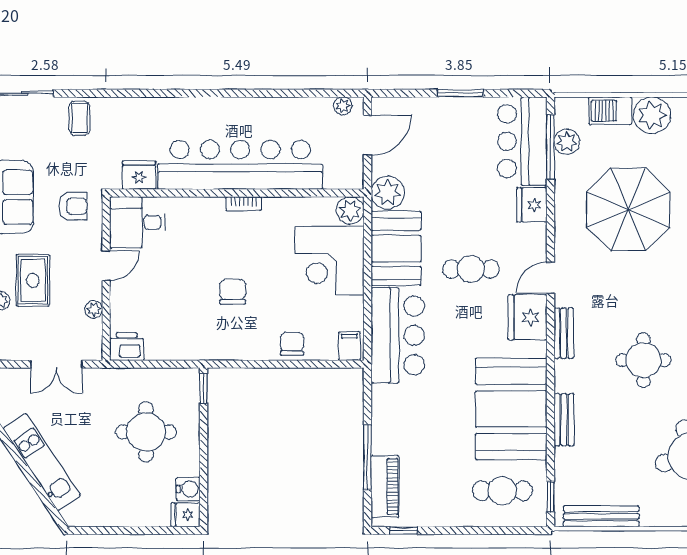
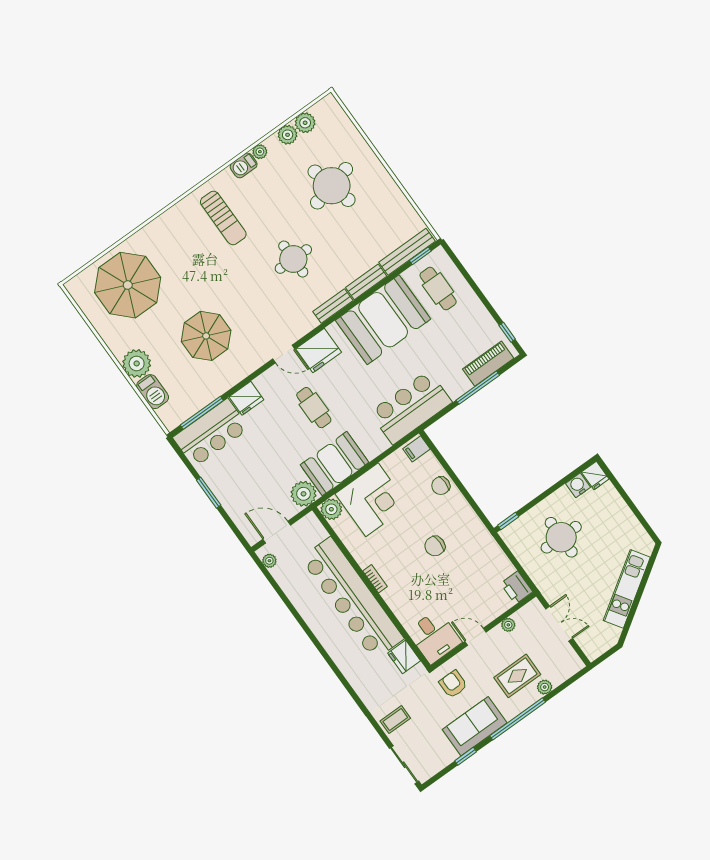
plant: (567, 142) -> (191, 405), removed
parasol: (628, 210) -> (206, 336), width x0.73, depth x0.73
bench: (564, 333) -> (333, 306), moved
bar counter: (398, 335) -> (411, 407), moved
bench: (601, 516) -> (407, 252), moved, turned 90

